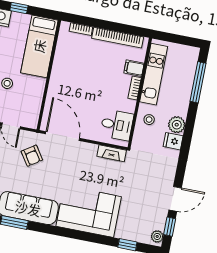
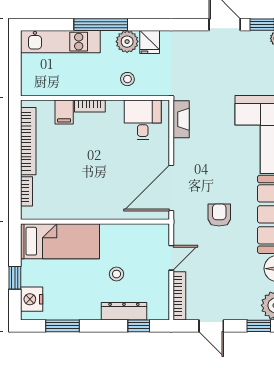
kitchen unit: (154, 74) -> (60, 42), moved, turned 180
window: (198, 82) -> (101, 25), moved
armchair: (32, 156) -> (219, 215), moved, turned -56

